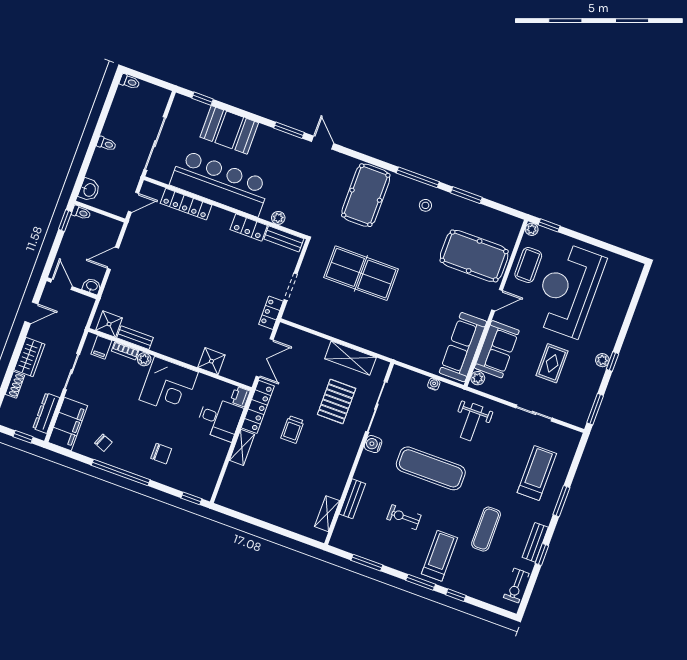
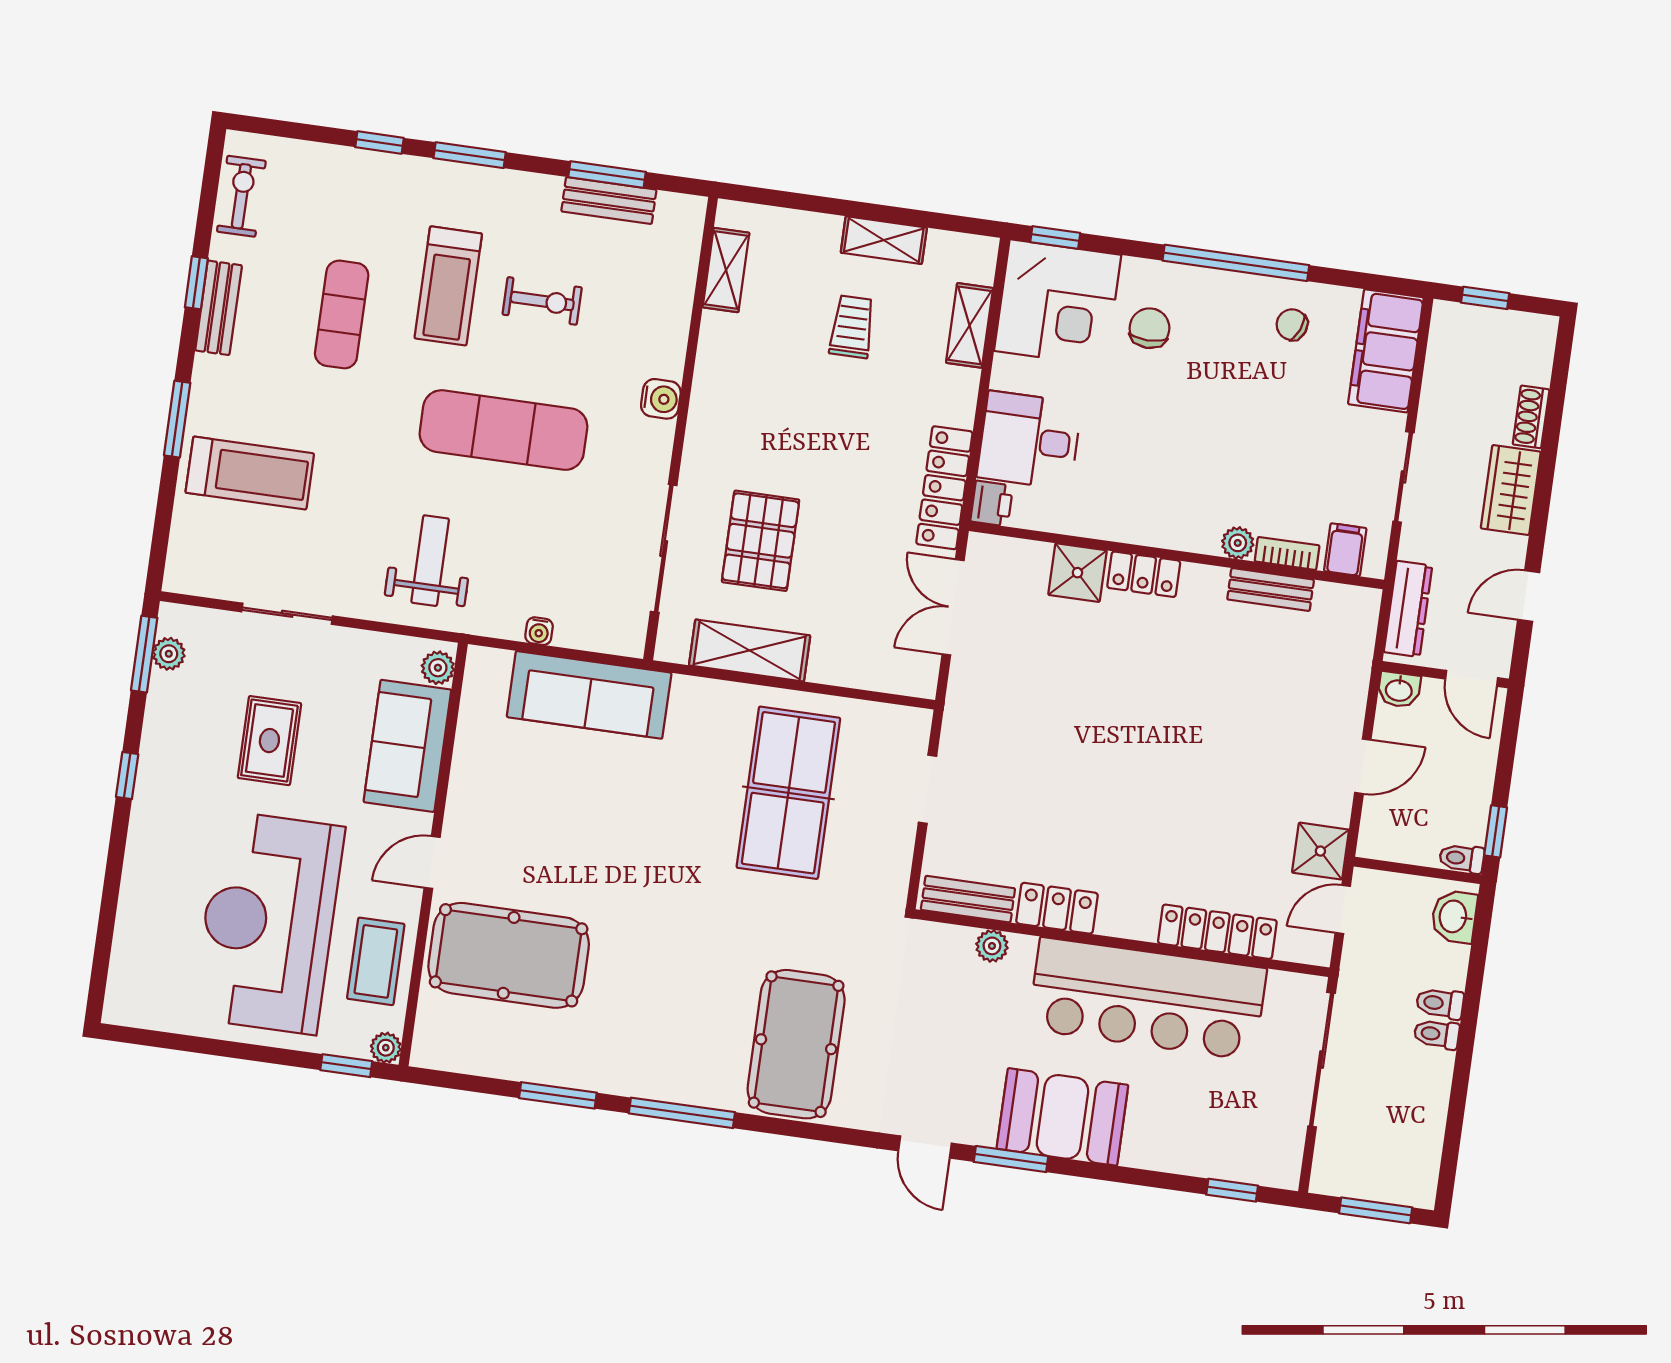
window: (146, 78) -> (1376, 1210), added
toilet: (130, 82) -> (1440, 1003), moved
booth: (229, 130) -> (1062, 1117), moved
stool: (425, 205) -> (650, 1050), removed
table tennis table: (361, 273) -> (788, 793), moved, turned 90
reception desk: (568, 290) -> (268, 922), turned 180
locker: (271, 313) -> (1144, 574), moved, turned 90
shower: (109, 324) -> (1320, 851), moved
sofa: (463, 347) -> (589, 695), moved, turned 90
plant: (602, 360) -> (169, 654), moved
corner desk: (169, 386) -> (1058, 303), moved, turned 180
dresser: (46, 413) -> (1408, 609), moved
trolley: (292, 429) -> (852, 327), moved
water cooler: (373, 444) -> (661, 399), moved
shelving: (242, 447) -> (969, 325), moved
chair: (161, 454) -> (1149, 328), turned 90
treadmill: (537, 473) -> (250, 473), turned -90
bench: (352, 499) -> (609, 201), moved, turned 90
shelving: (261, 512) -> (884, 240), added
treadmill: (439, 556) -> (448, 286), moved

